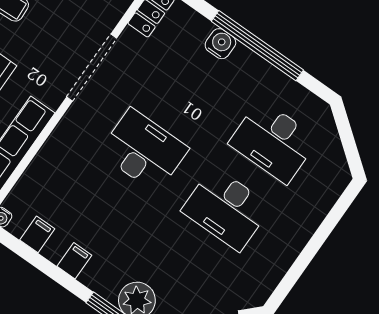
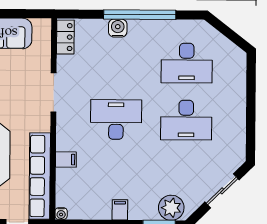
doorway: (92, 68) -> (53, 93), width x0.73
filing cabinet: (37, 234) -> (66, 160), moved, turned 90

